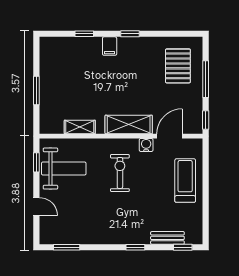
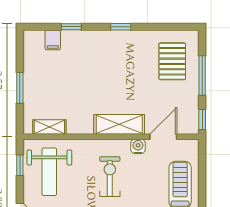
filing cabinet: (110, 46) -> (53, 40), moved
shelving: (80, 127) -> (49, 127), moved
weight bench: (64, 169) -> (49, 172), turned 90

